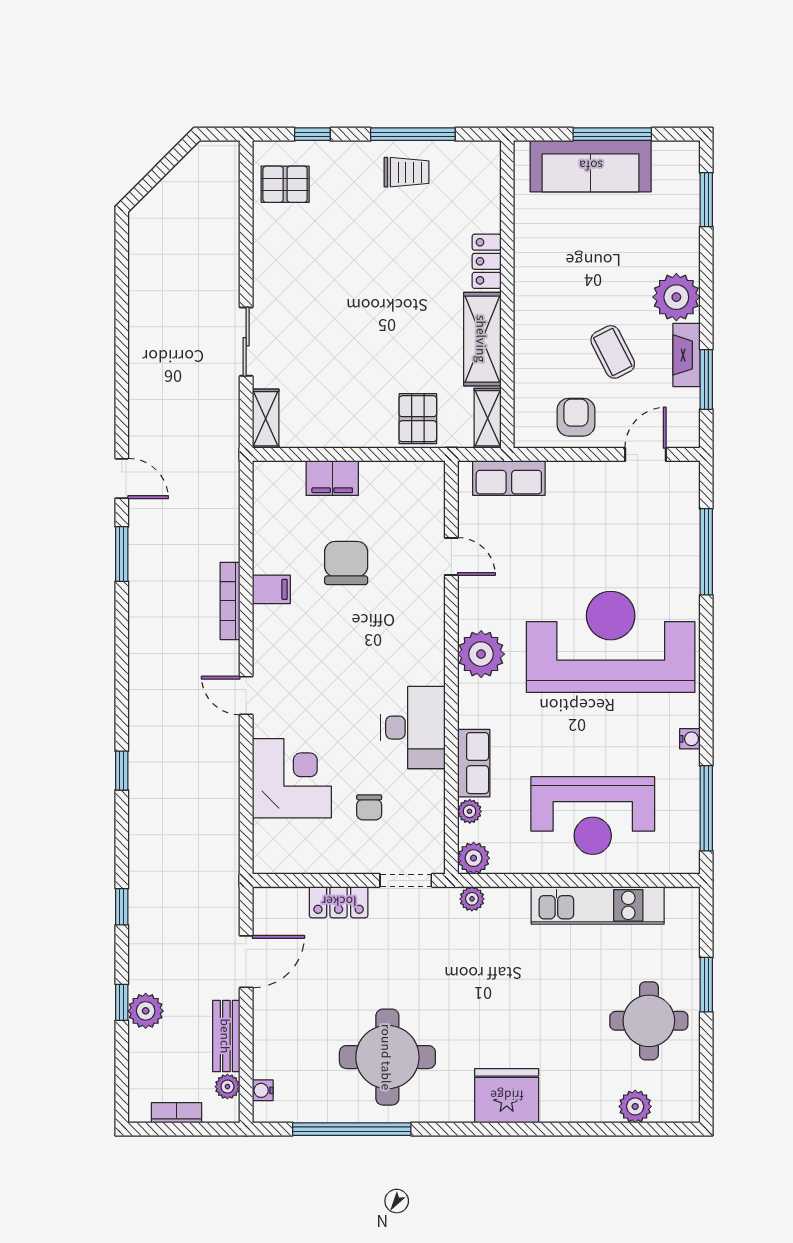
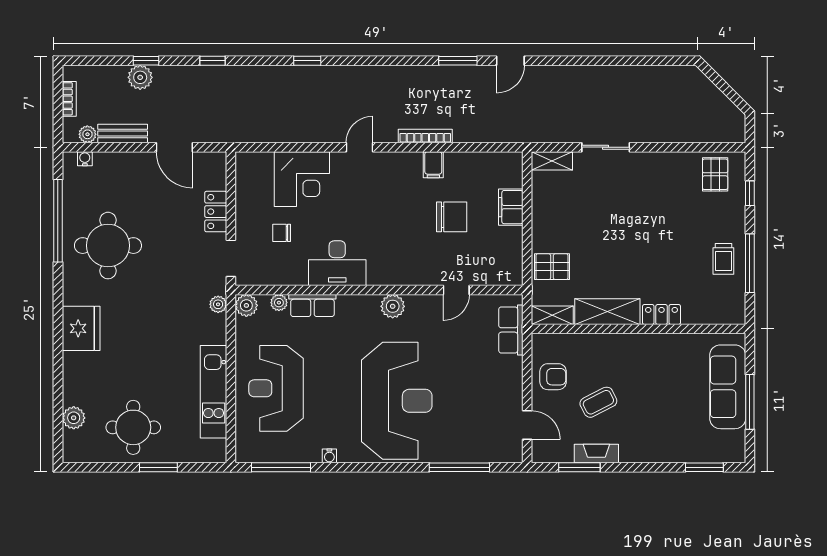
plant: (676, 297) -> (637, 446), removed
plant: (481, 654) -> (393, 306), width x0.73, depth x0.73

